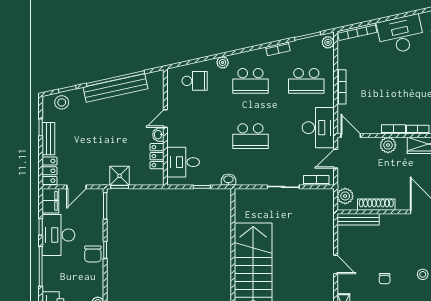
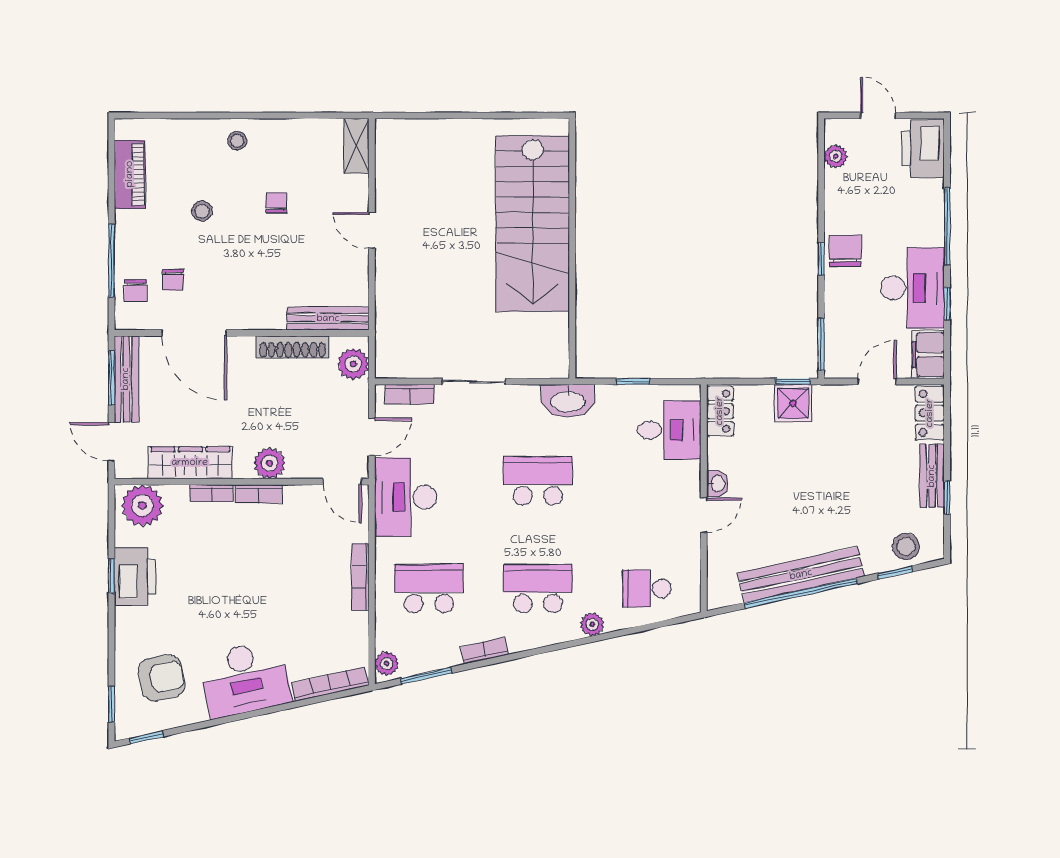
locker: (157, 156) -> (720, 411), moved
washbasin: (228, 180) -> (568, 401), width x1.91, depth x1.45

